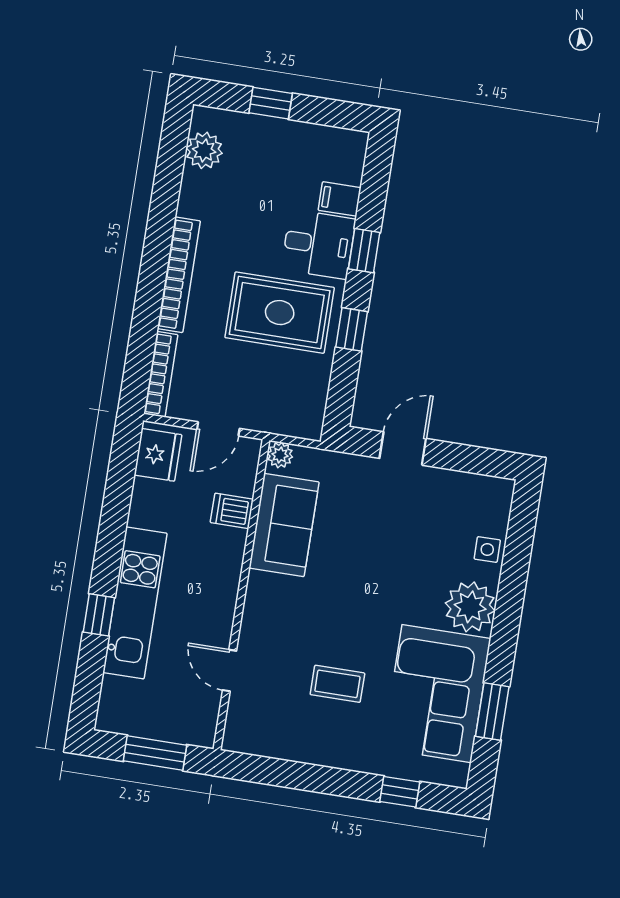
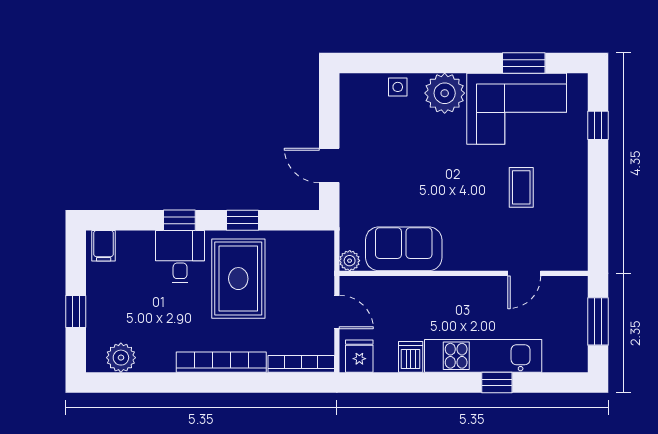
filing cabinet: (340, 199) -> (104, 246), moved
fridge: (158, 455) -> (359, 356), width x0.72
dishwasher: (232, 511) -> (411, 357), moved, turned 180

